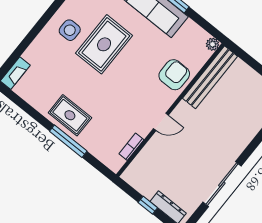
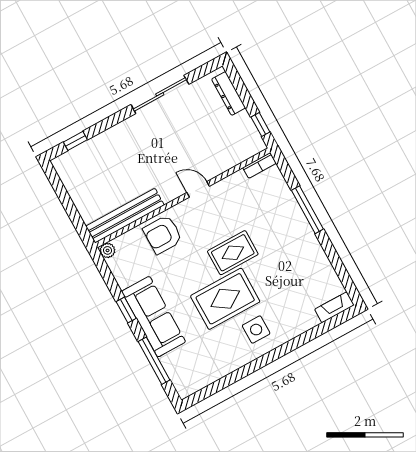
rug: (70, 115) -> (233, 253), moved, turned 90
bookcase: (131, 147) -> (259, 165), moved
window: (148, 205) -> (260, 124), moved

